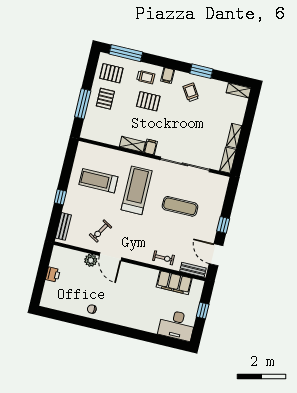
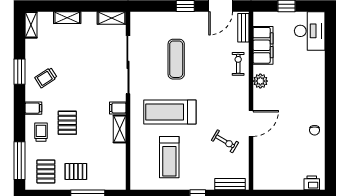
shelving: (234, 136) -> (67, 18), moved
plant: (91, 260) -> (260, 81), moved
printer: (53, 274) -> (312, 183), moved

